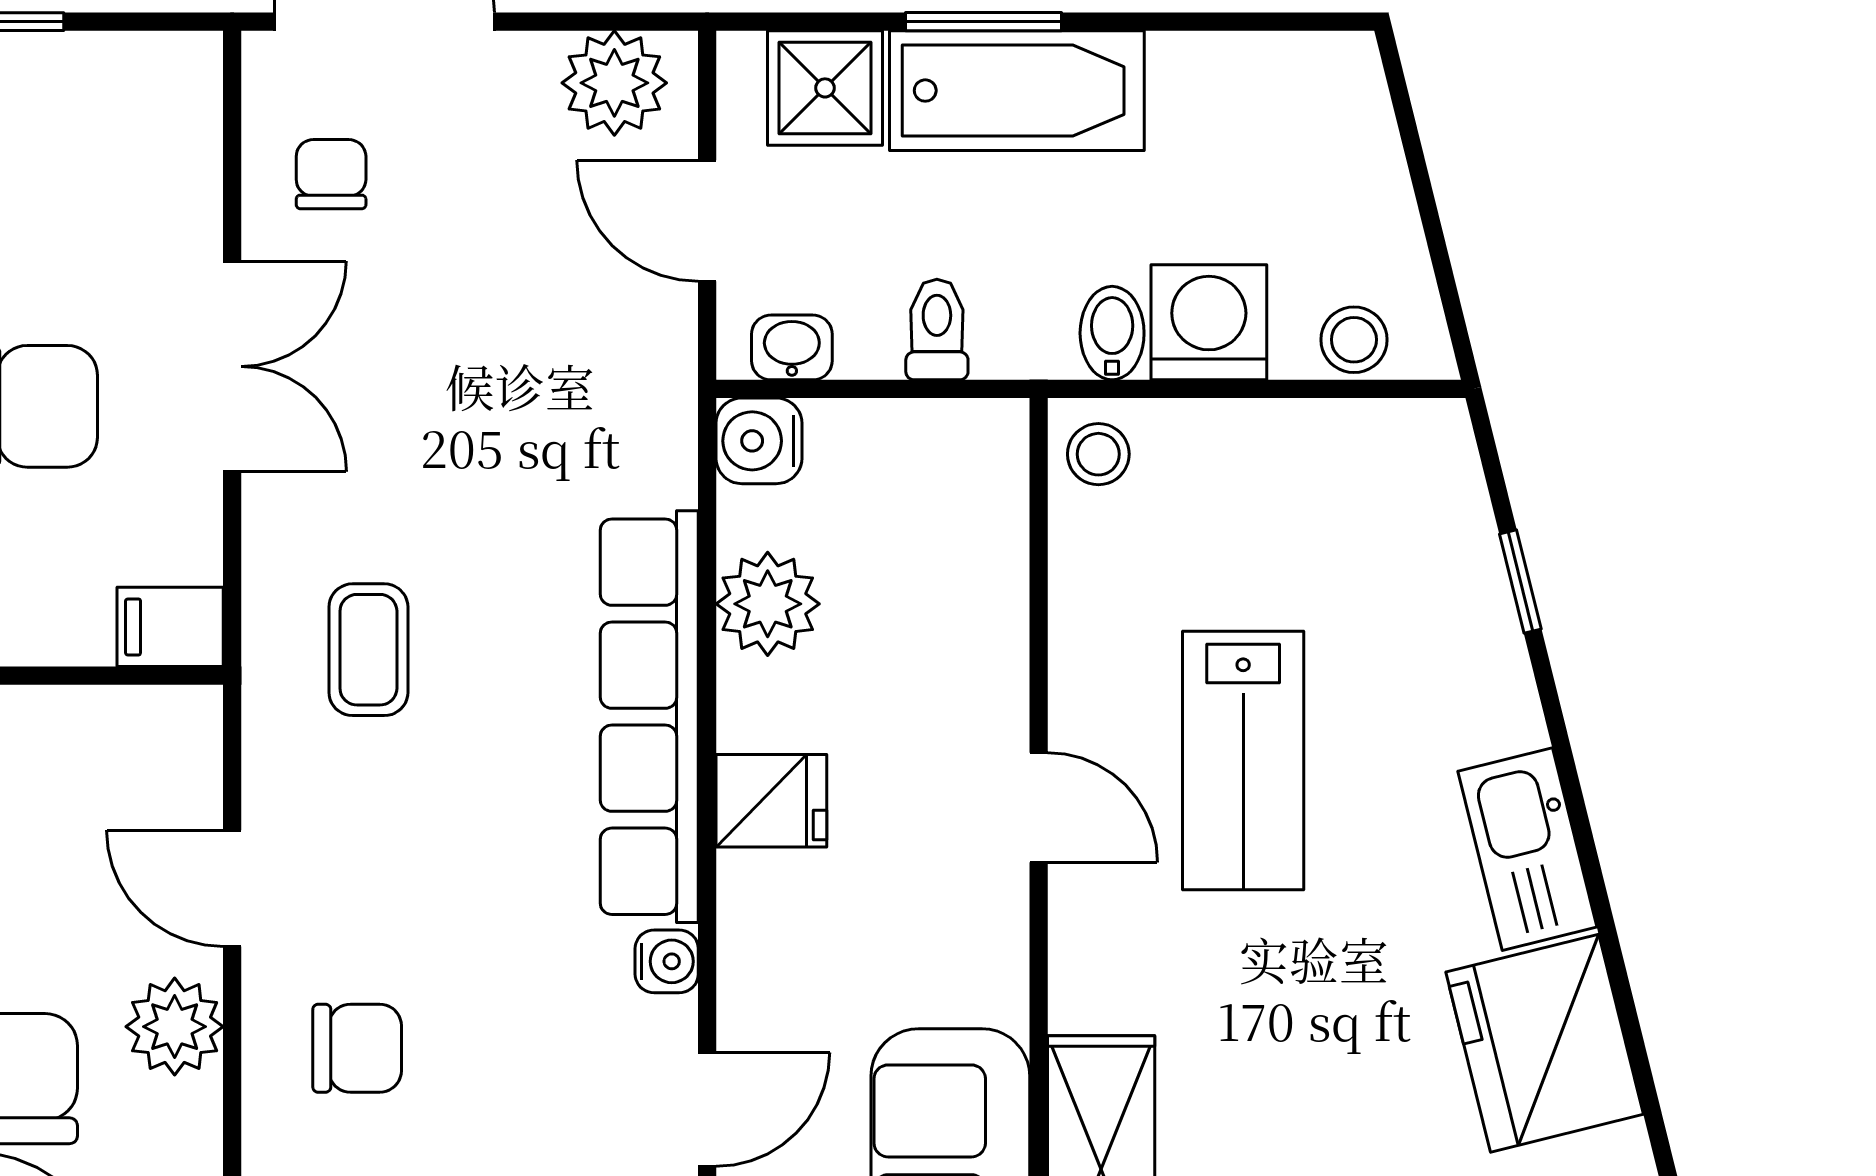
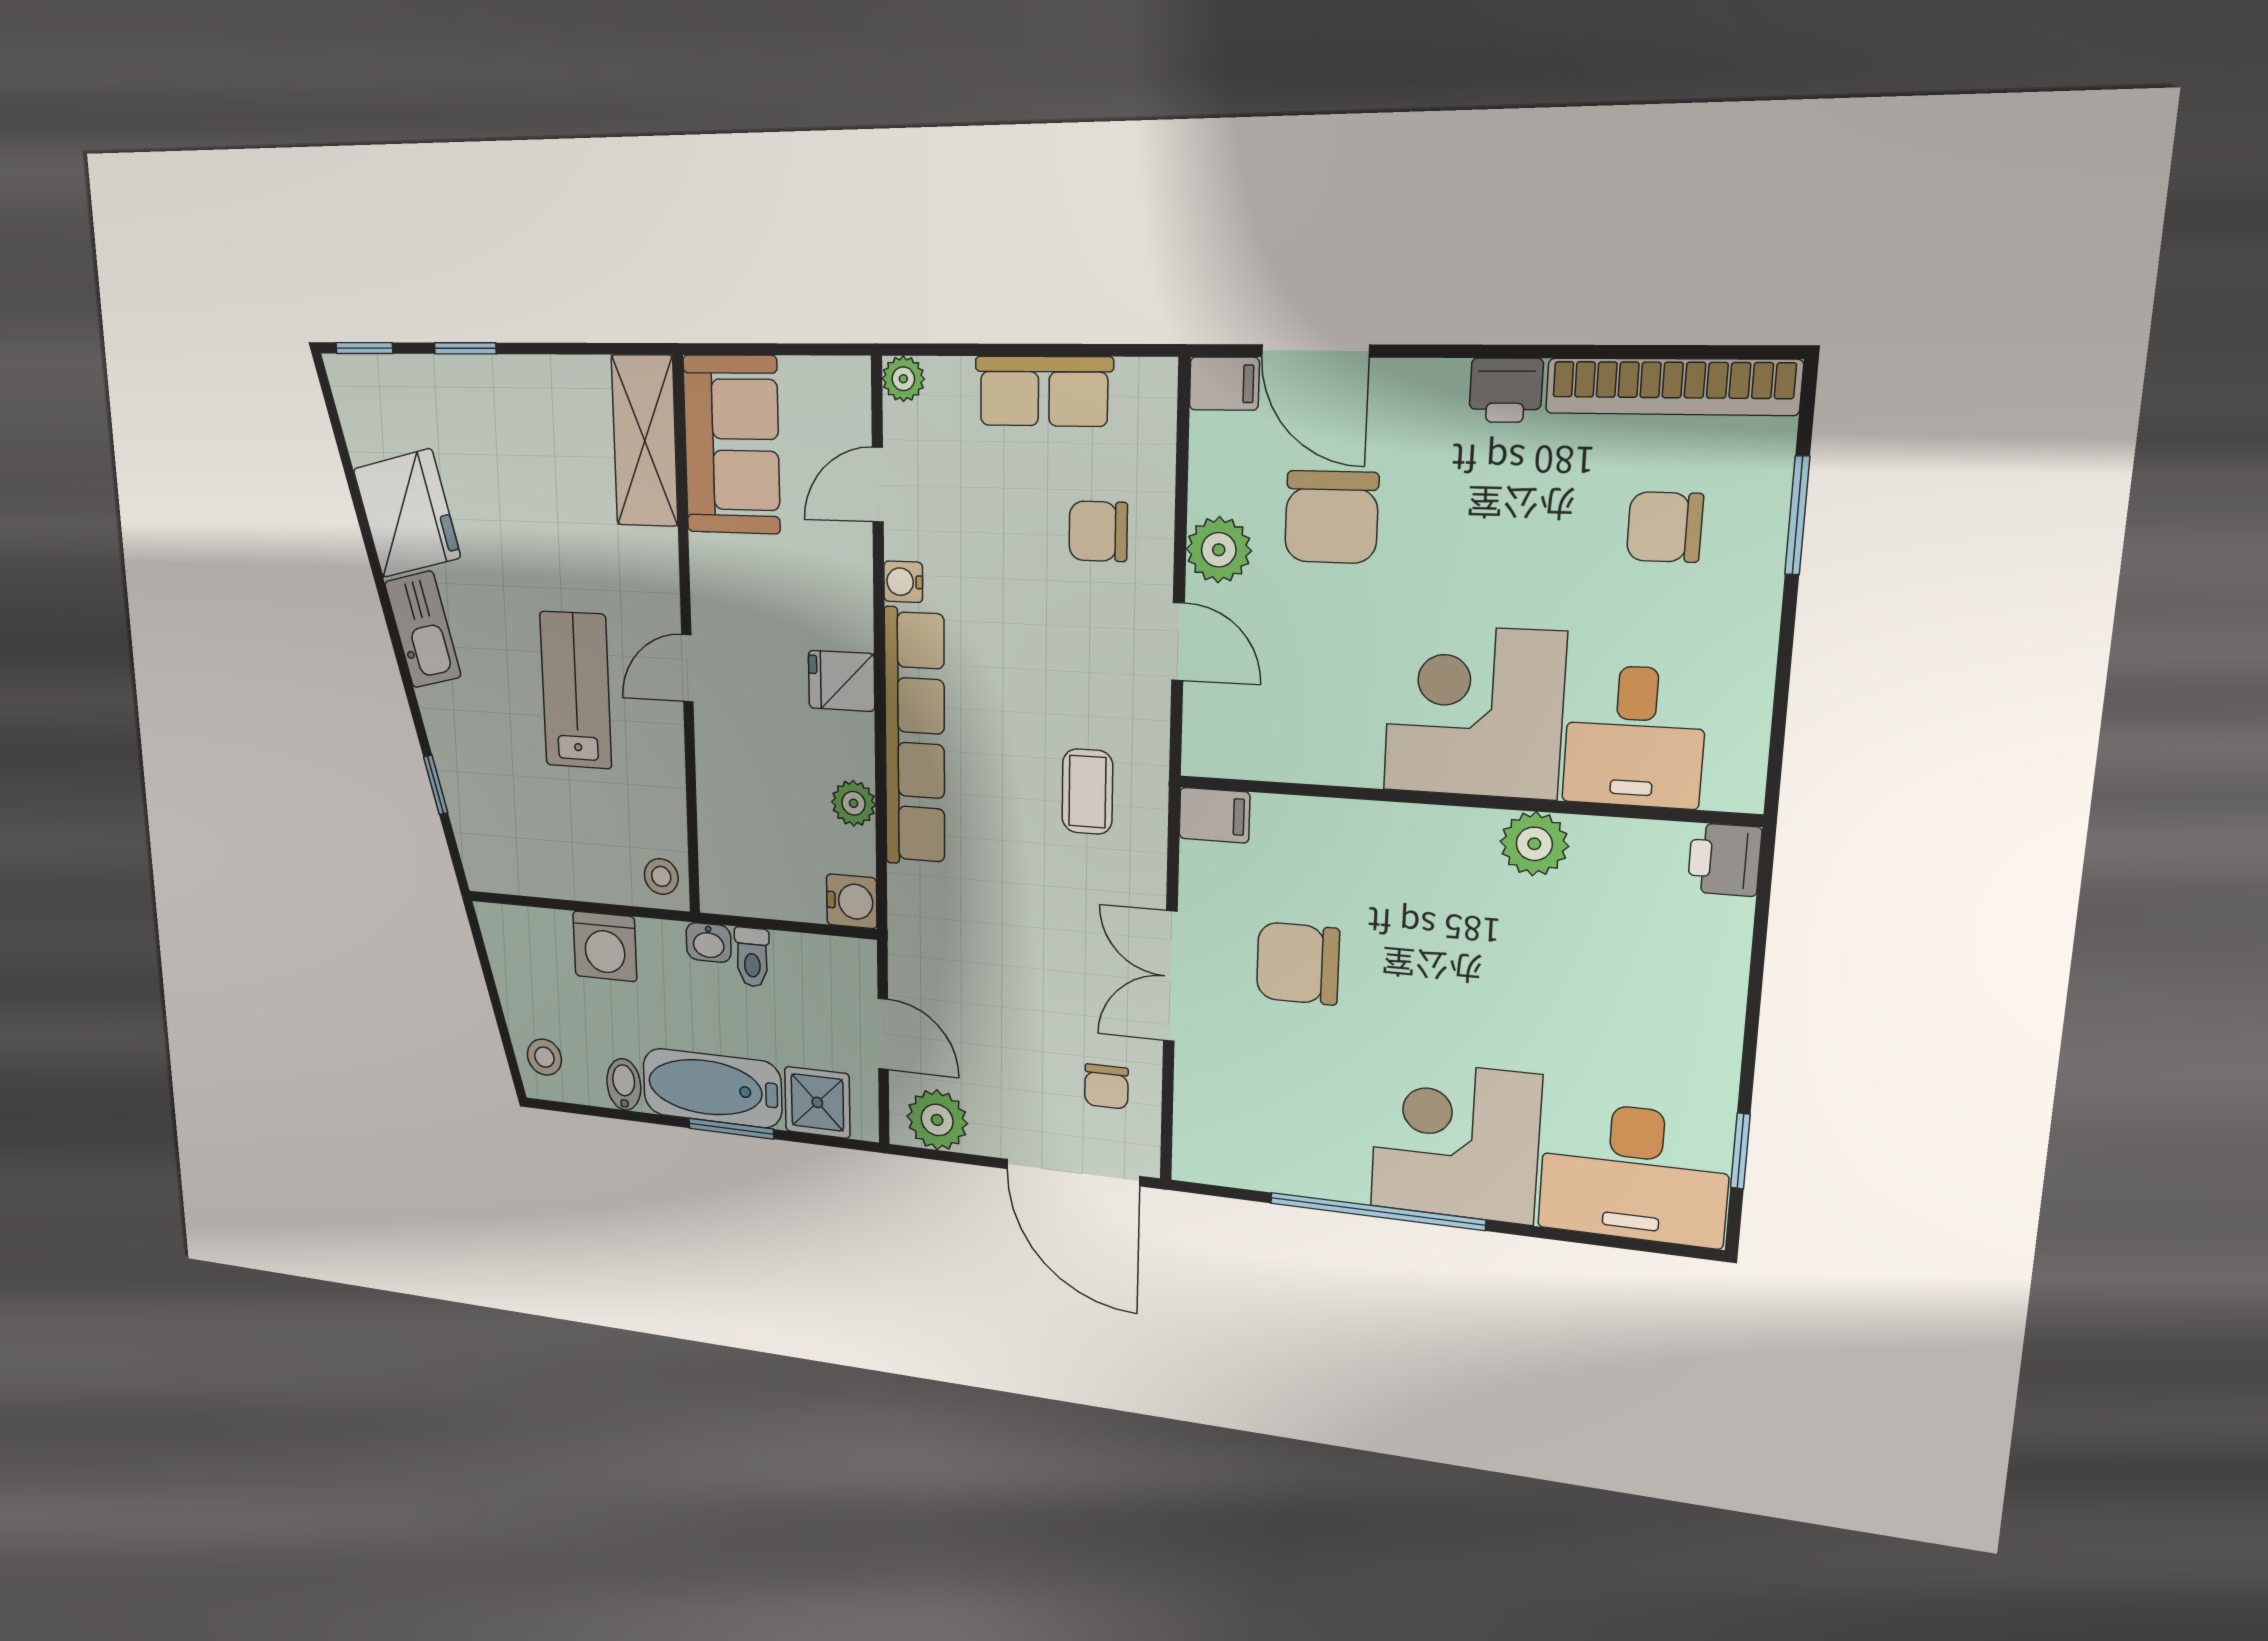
bidet: (1112, 333) -> (624, 1084), moved, turned 180
stool: (1354, 340) -> (544, 1057), moved
washbasin: (792, 347) -> (709, 942), moved
plant: (768, 604) -> (854, 803), width x0.73, depth x0.73
door: (1039, 807) -> (687, 668), hinge flipped

